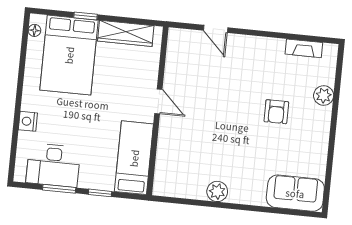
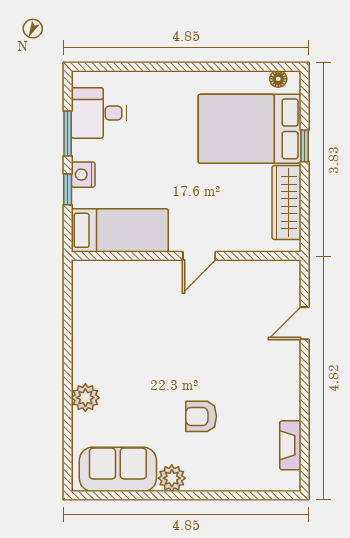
plant: (324, 96) -> (172, 478), moved
nightstand: (28, 121) -> (83, 175), moved, turned -90
desk: (53, 165) -> (99, 113), width x0.73
plant: (217, 191) -> (85, 398), moved
sofa: (295, 193) -> (118, 469), moved, turned -90

